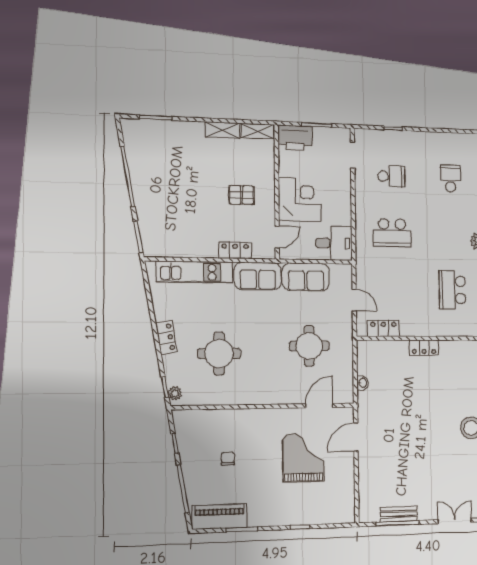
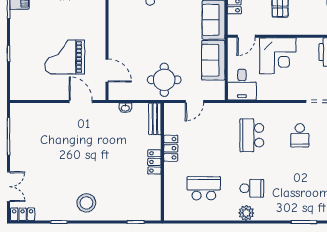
school desk: (450, 178) -> (252, 188), moved
door: (277, 237) -> (246, 36), hinge flipped
locker: (383, 328) -> (171, 148), moved
round table: (309, 346) -> (164, 80), moved
grand piano: (304, 458) -> (65, 57), turned 180
bench: (399, 514) -> (155, 119), moved

